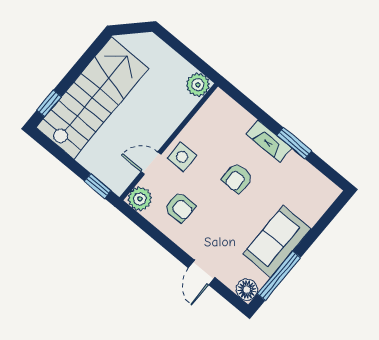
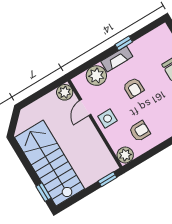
plant: (236, 121) -> (96, 76), added
window: (294, 143) -> (124, 43), width x0.67
door: (151, 163) -> (85, 108), moved

